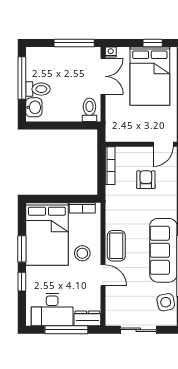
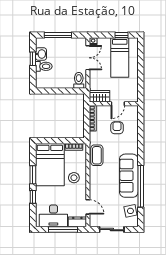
window: (74, 43) -> (58, 35), moved
bed: (150, 76) -> (120, 58), width x0.67
window: (22, 78) -> (33, 59), width x0.46
washbasin: (34, 107) -> (41, 54), moved
wardrobe: (120, 133) -> (100, 96), added
door: (163, 144) -> (118, 104), moved
coffee table: (116, 246) -> (97, 155), moved
door: (103, 275) -> (88, 207), moved

